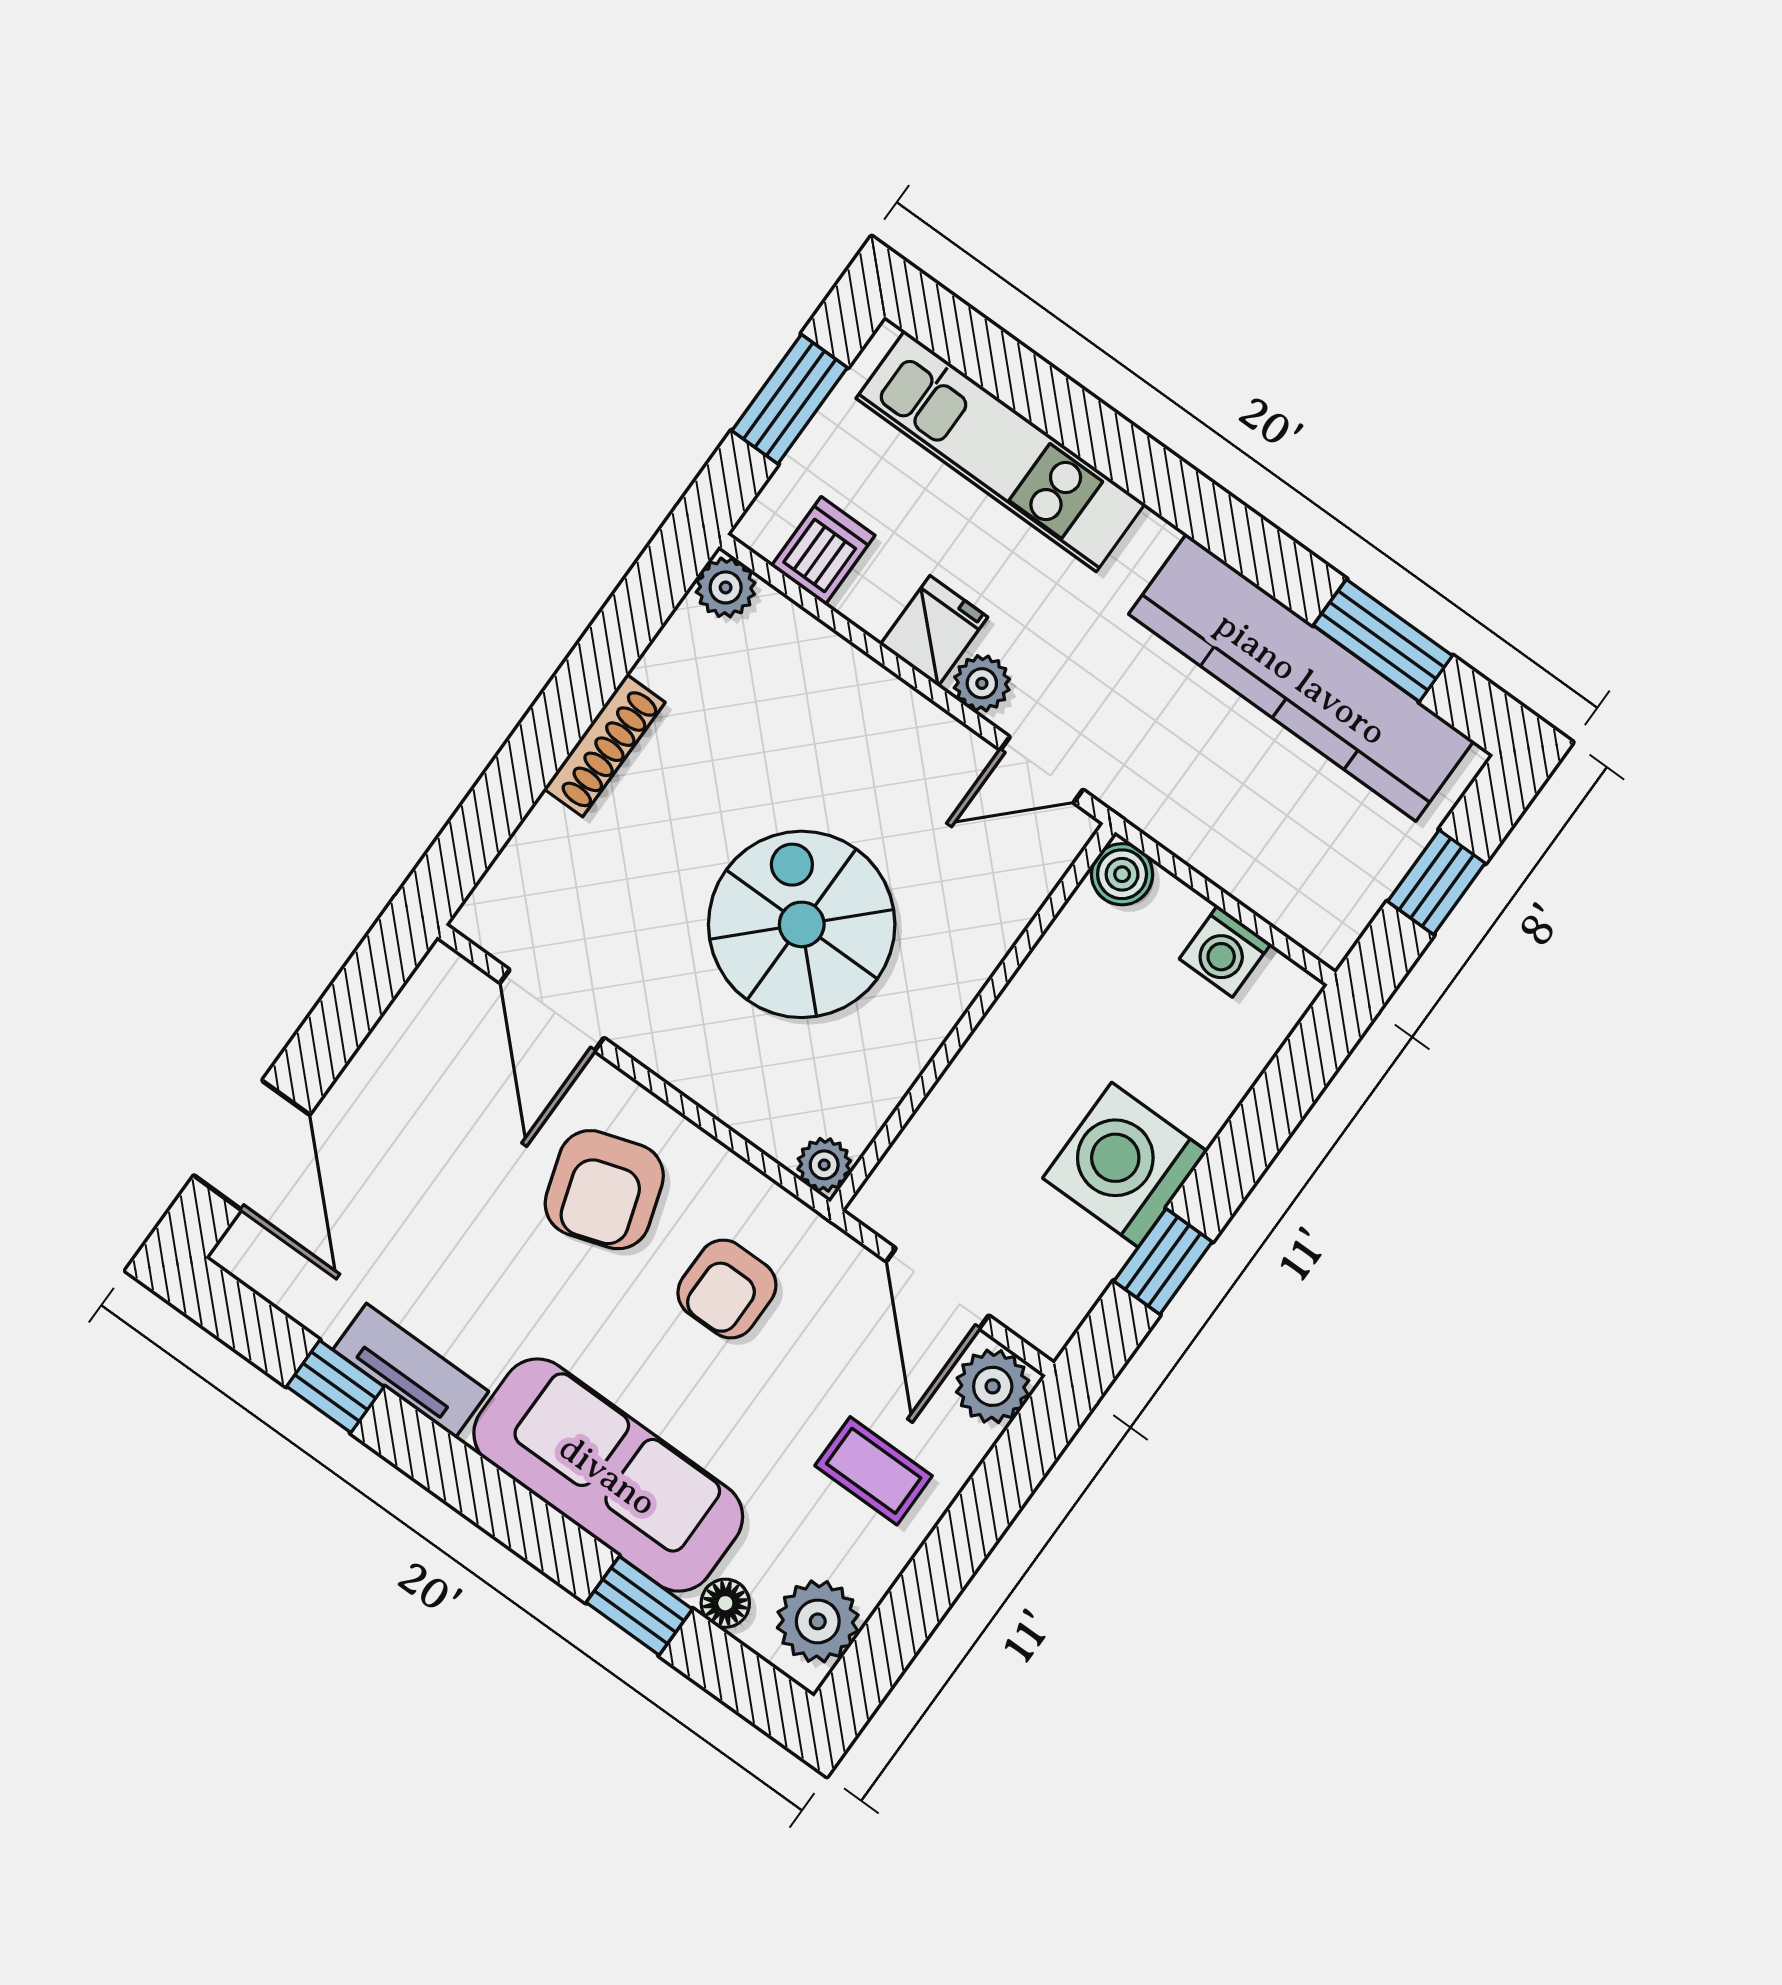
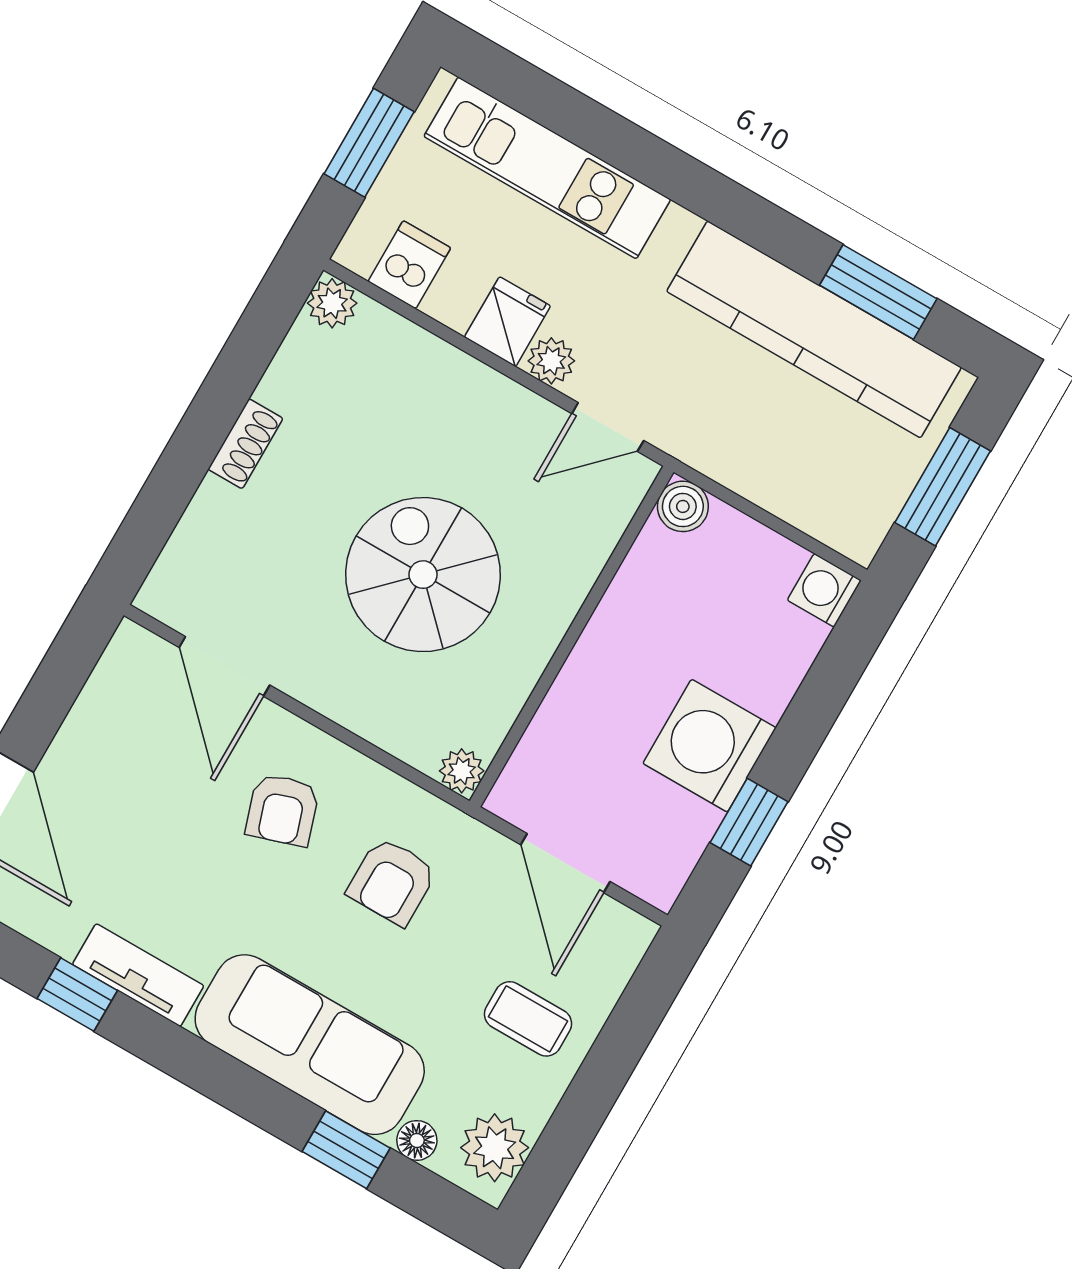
shoe rack: (604, 746) -> (245, 444), width x0.70
window: (1436, 882) -> (943, 487), width x1.50
washing machine: (1225, 951) -> (824, 590), moved, turned 90
armchair: (604, 1190) -> (282, 810), width x0.72, depth x0.72
plant: (993, 1386) -> (619, 939), removed

